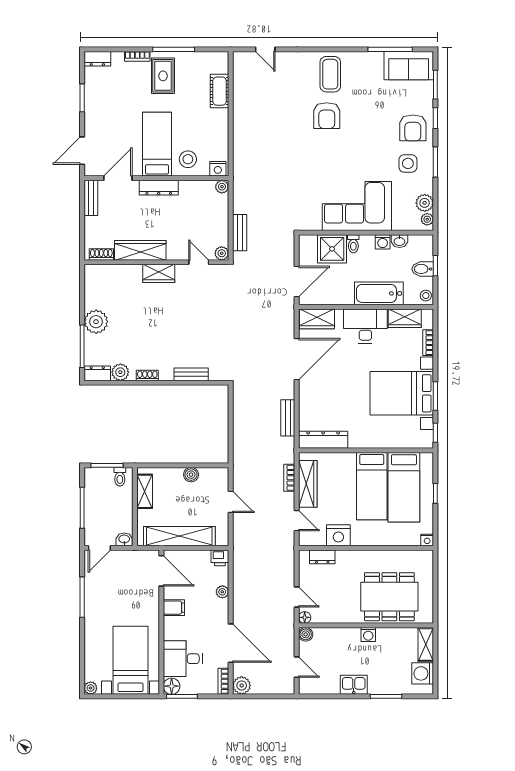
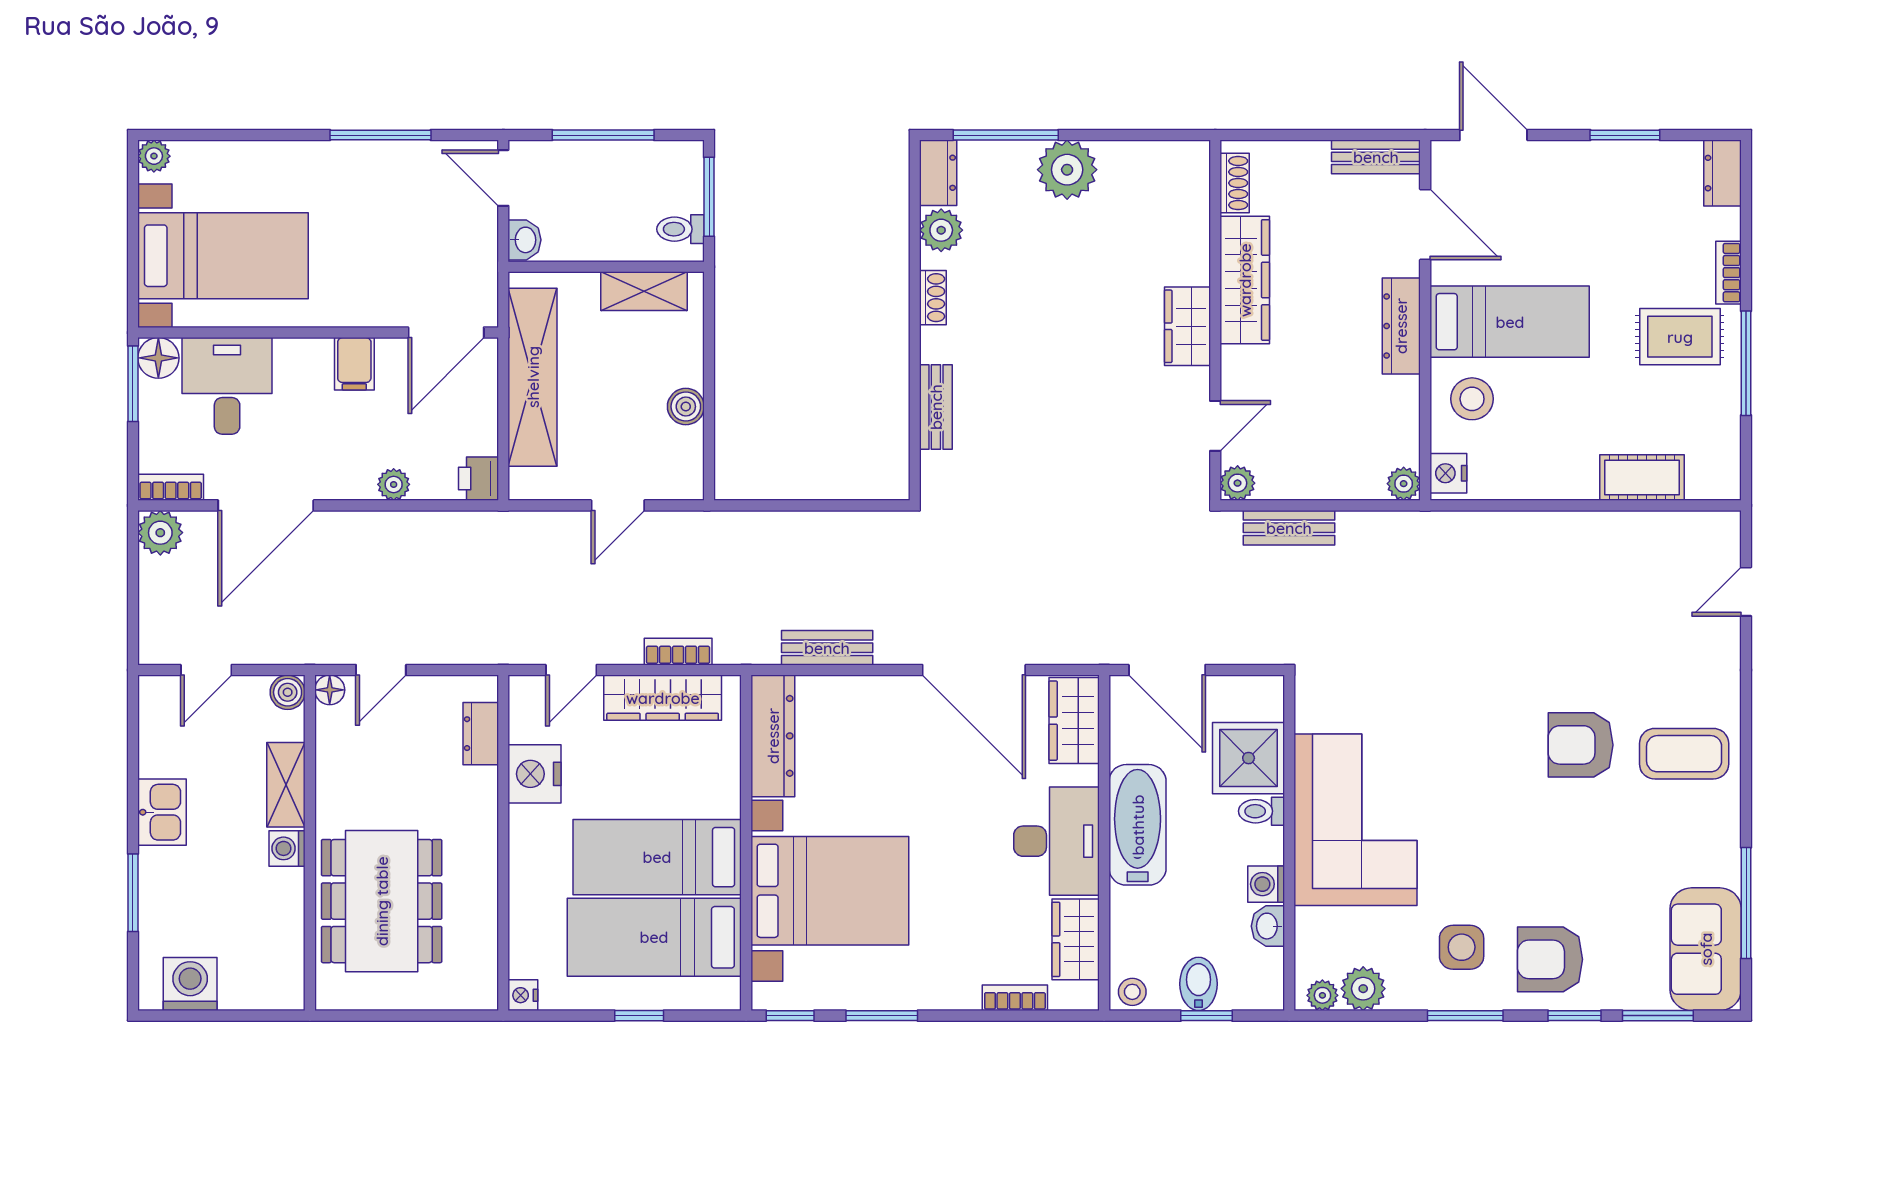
bathtub: (379, 293) -> (1138, 825), moved
bed with nightstands: (402, 393) -> (830, 891), moved, turned 90
shelving: (426, 644) -> (286, 785), moved, turned 90

